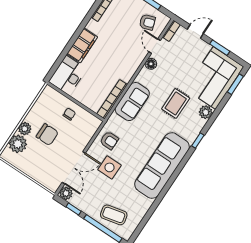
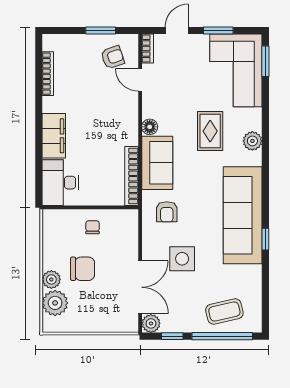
floor lamp: (151, 64) -> (150, 127), moved
plant: (206, 112) -> (252, 141), moved
armchair: (109, 140) -> (167, 212), moved, turned 90
window: (198, 141) -> (265, 239), moved

